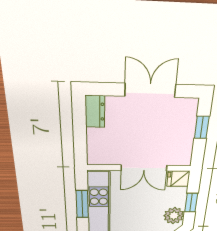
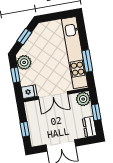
window: (80, 132) -> (96, 112), added
plant: (98, 155) -> (83, 99), added
double door: (144, 168) -> (53, 95), swing flipped

